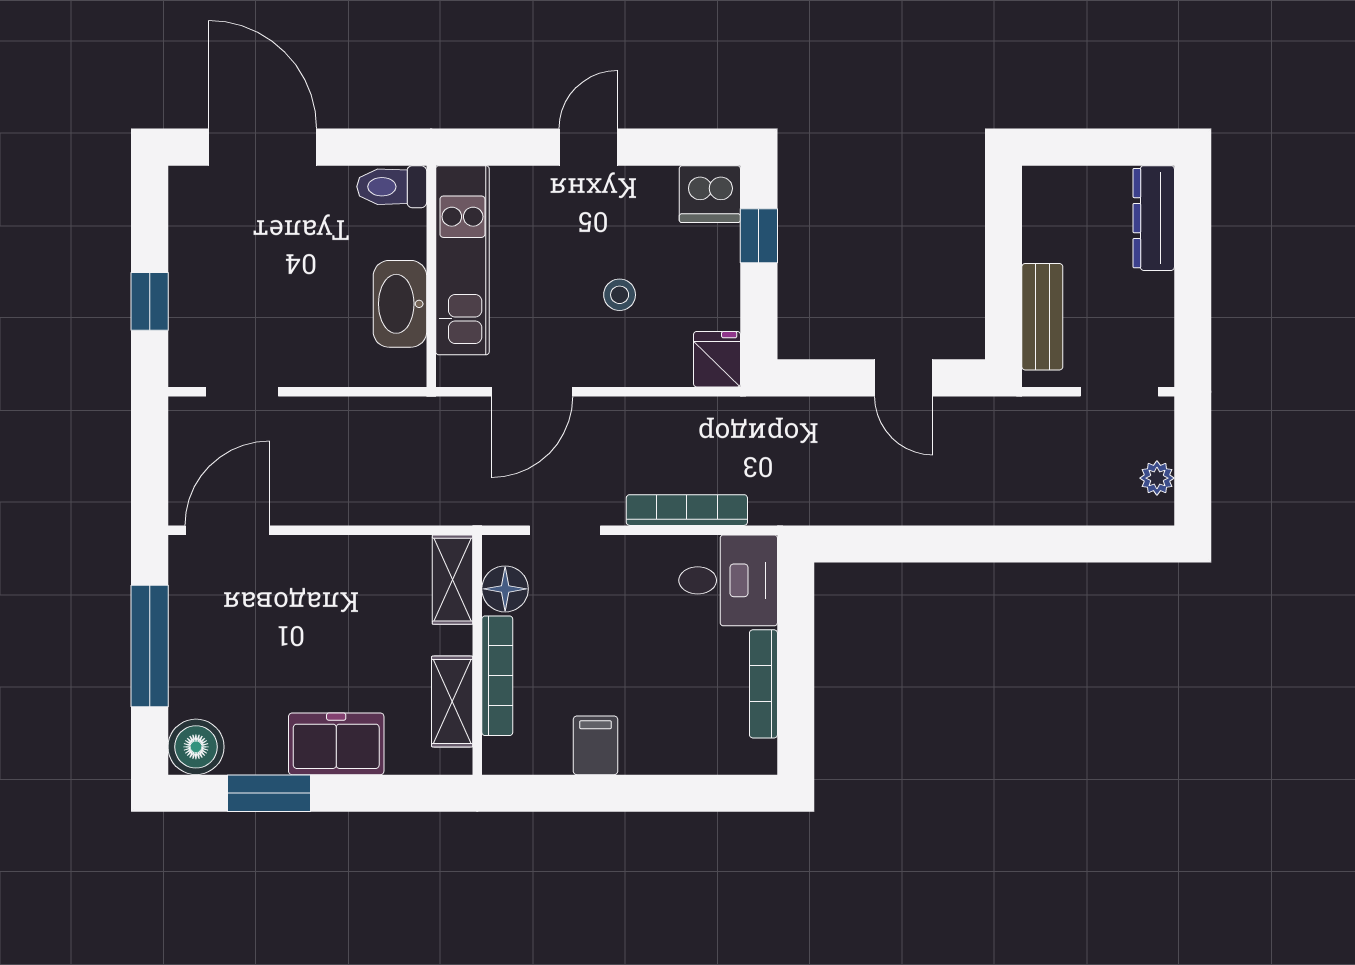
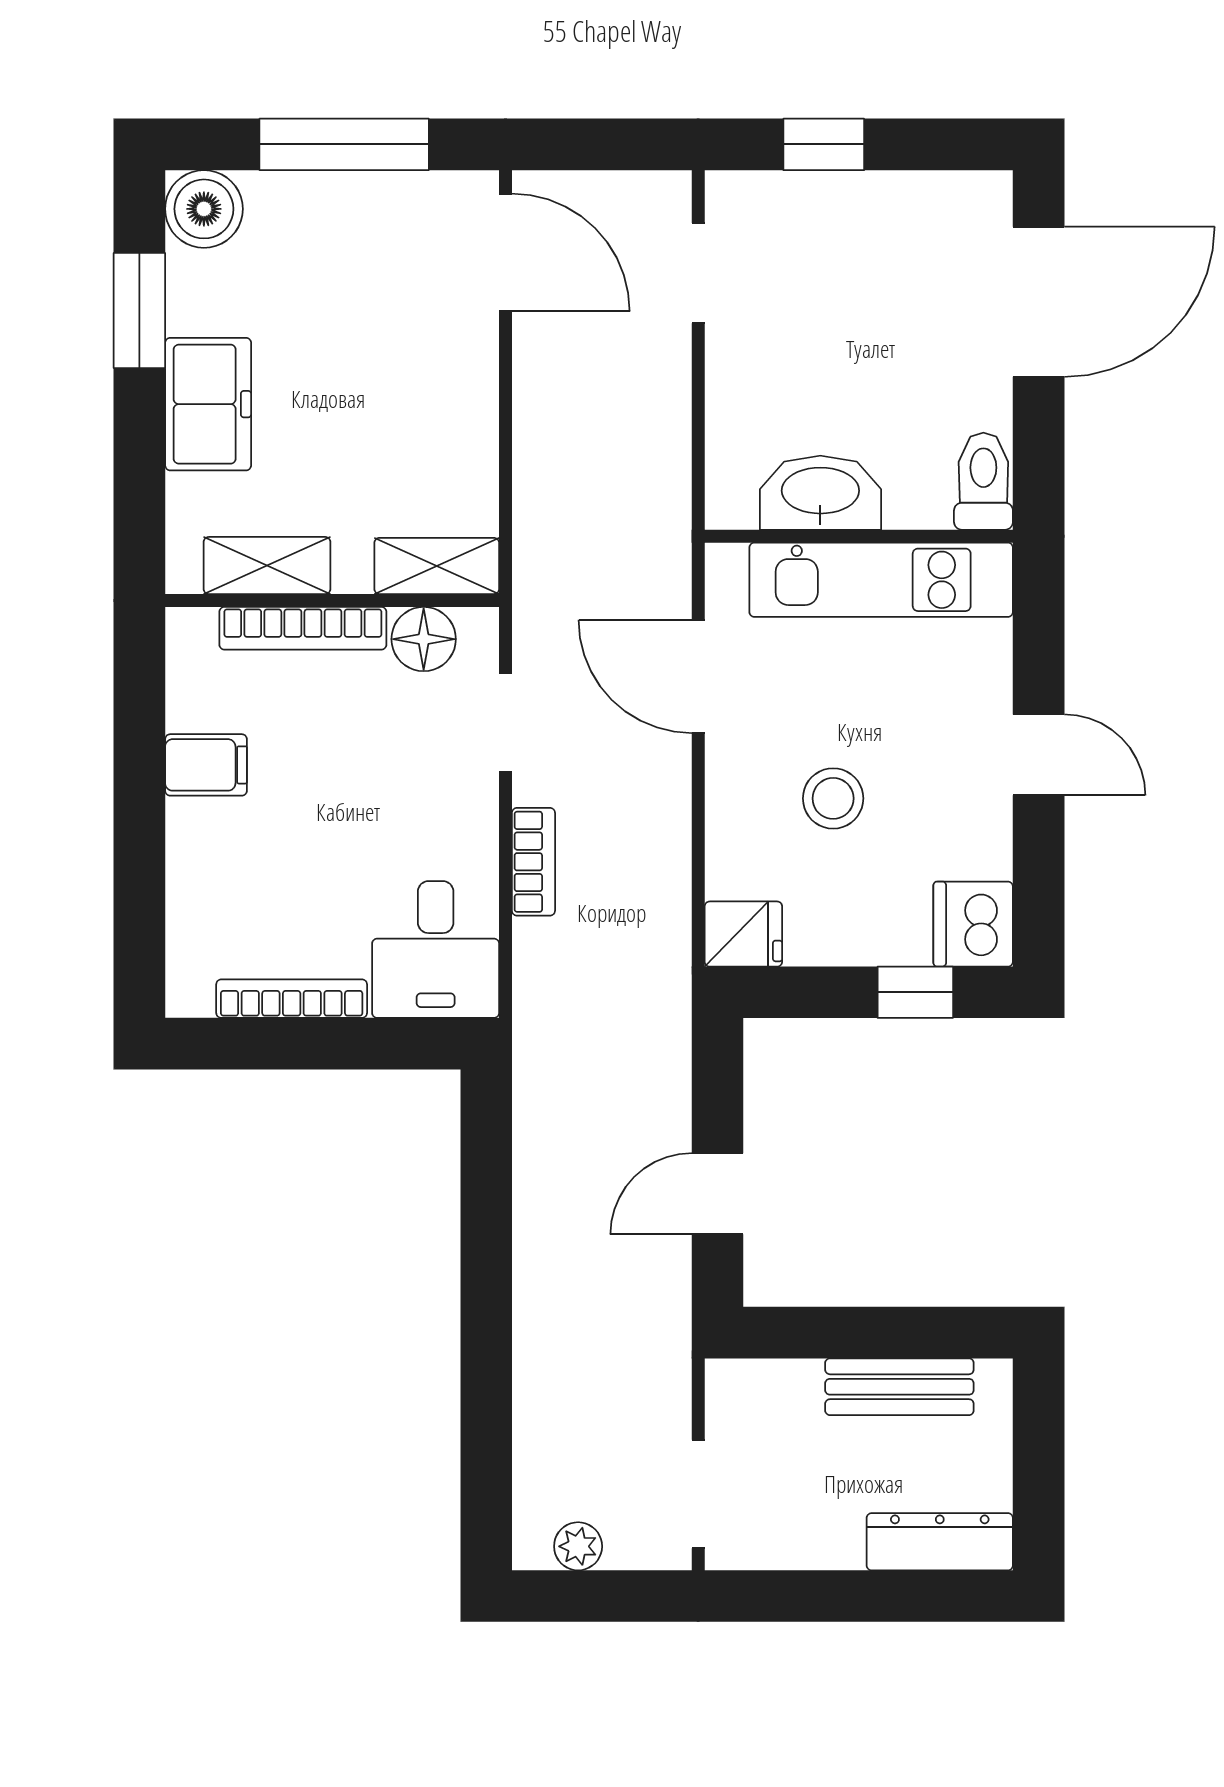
stool: (620, 295) -> (833, 798), width x1.37, depth x1.37
bench: (1042, 317) -> (899, 1387), moved
bookcase: (687, 510) -> (533, 862), width x0.64

